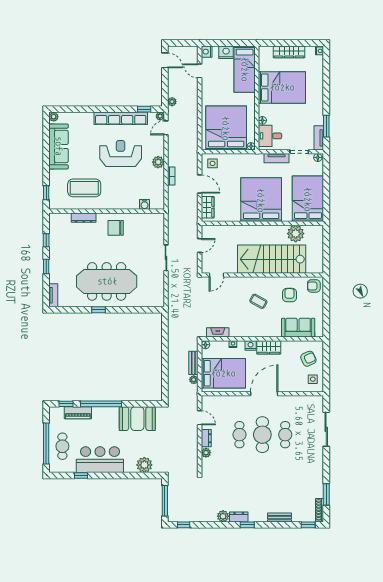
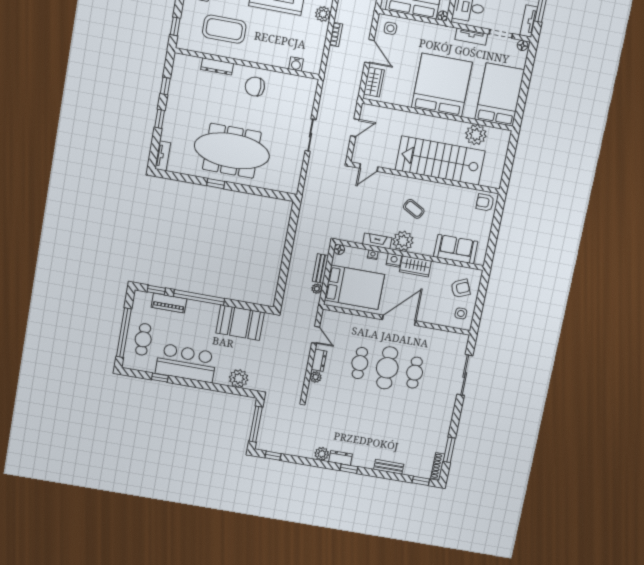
armchair: (289, 295) -> (453, 208), removed
plant: (255, 329) -> (403, 241), added
fireplace: (218, 332) -> (377, 241), moved

